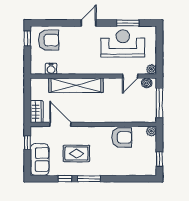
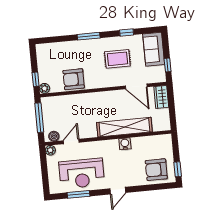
water cooler: (51, 69) -> (125, 144), moved
window: (159, 159) -> (36, 79), moved
window: (89, 179) -> (89, 36), moved

